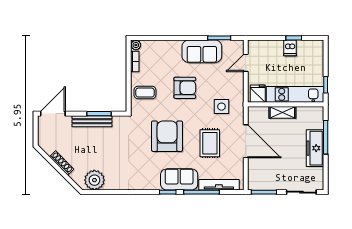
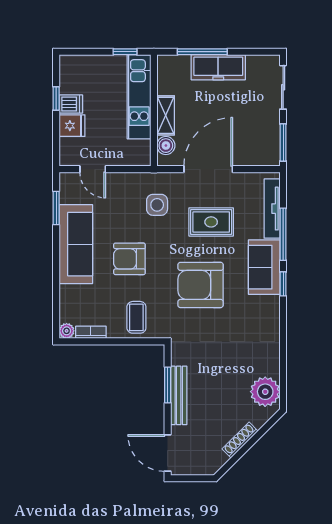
sofa: (202, 51) -> (76, 244), width x1.36
armchair: (185, 88) -> (129, 259), turned -90
fridge: (258, 94) -> (72, 126), moved, turned 180
boiler: (262, 113) -> (166, 146), added

